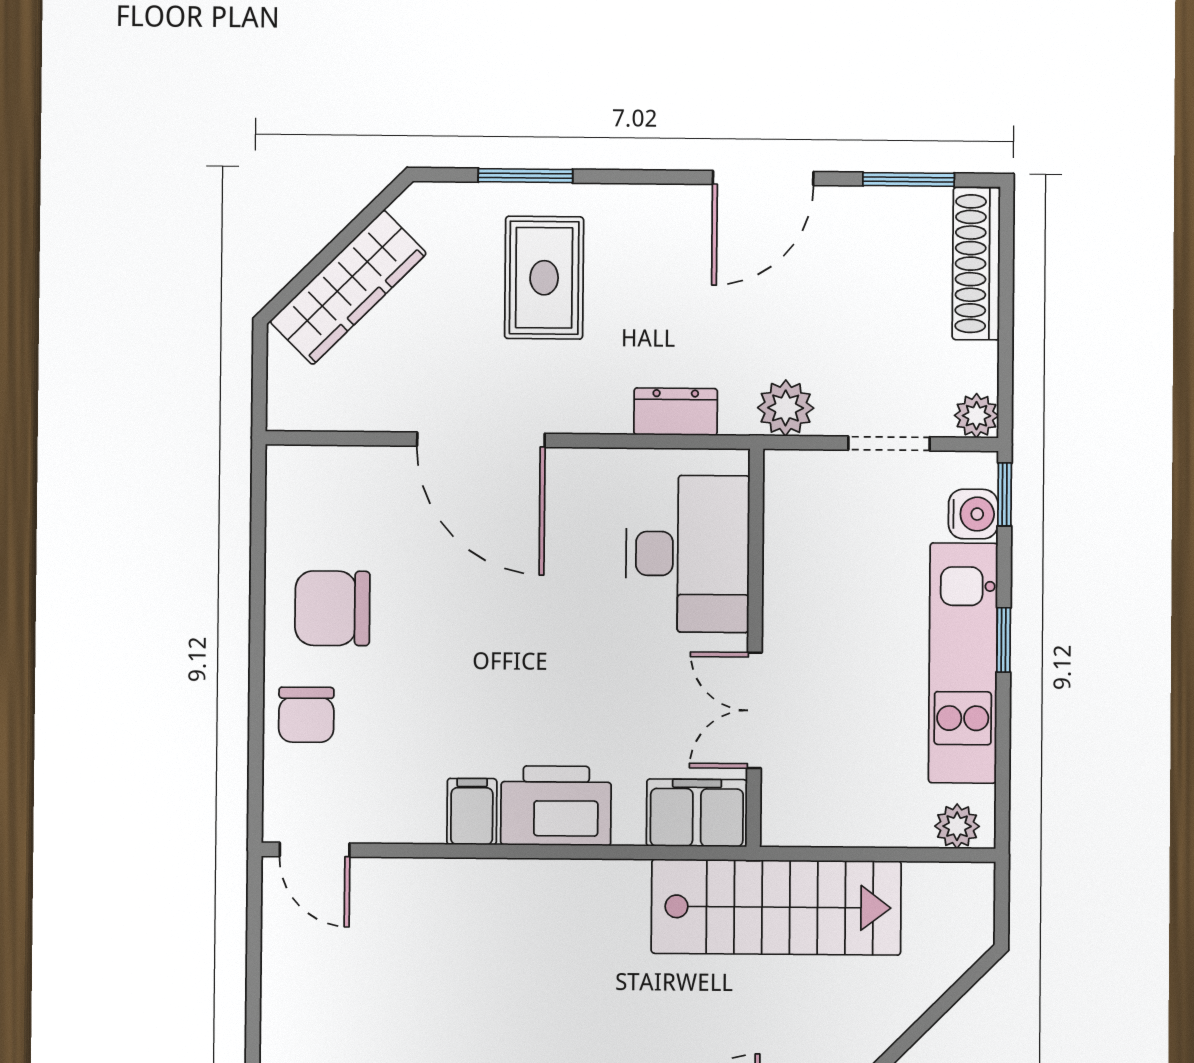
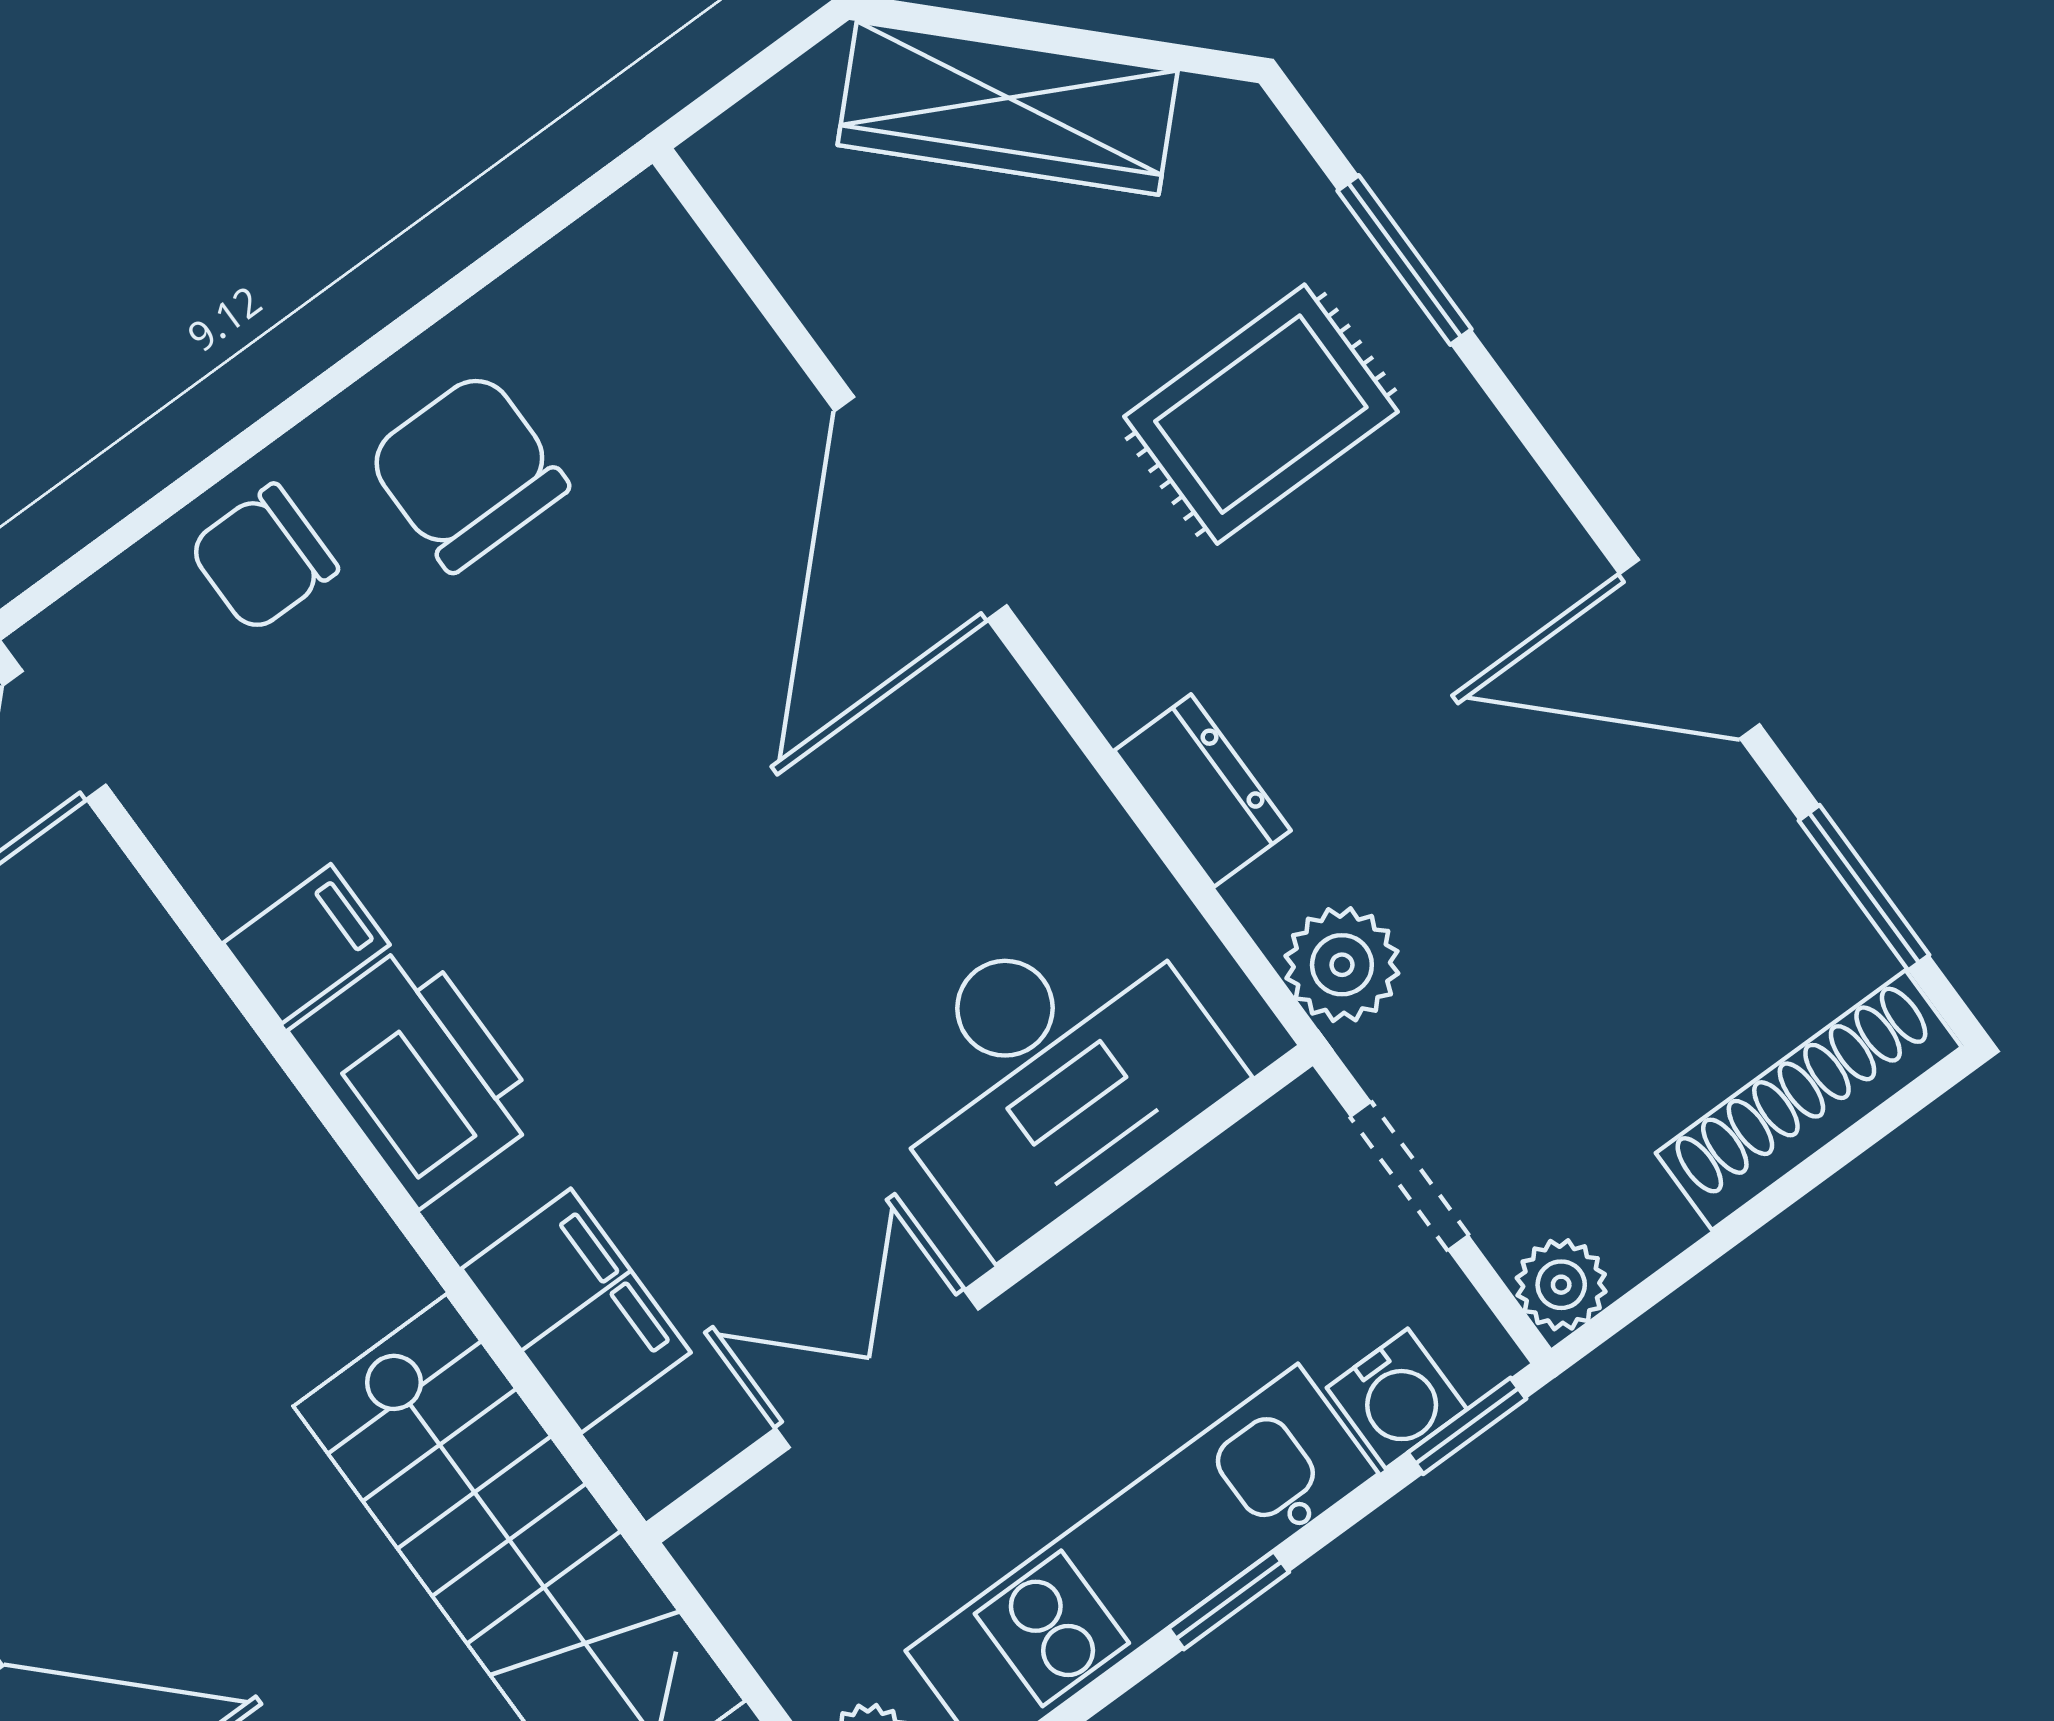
desk: (688, 554) -> (1051, 1071), moved
wall: (755, 648) -> (979, 1294), moved
double door: (754, 710) -> (877, 1369), moved

